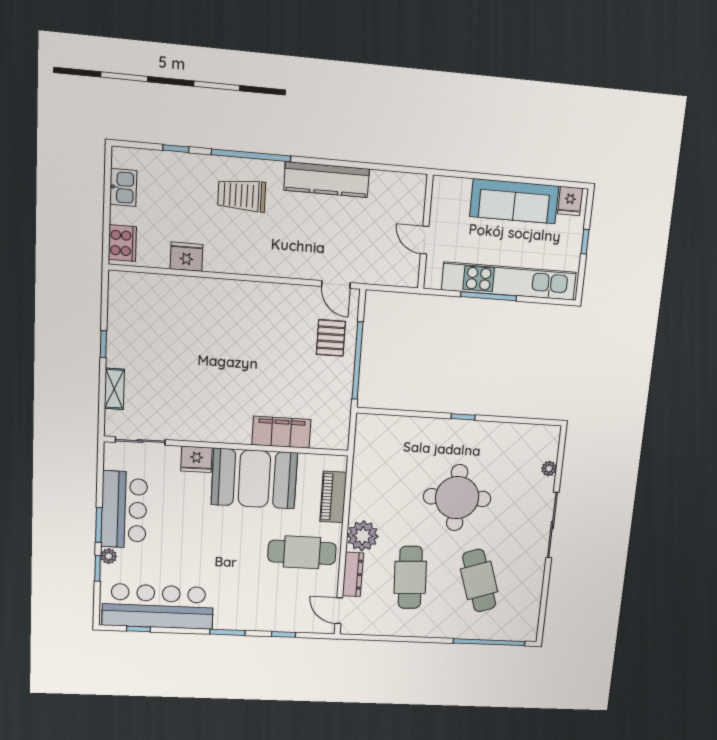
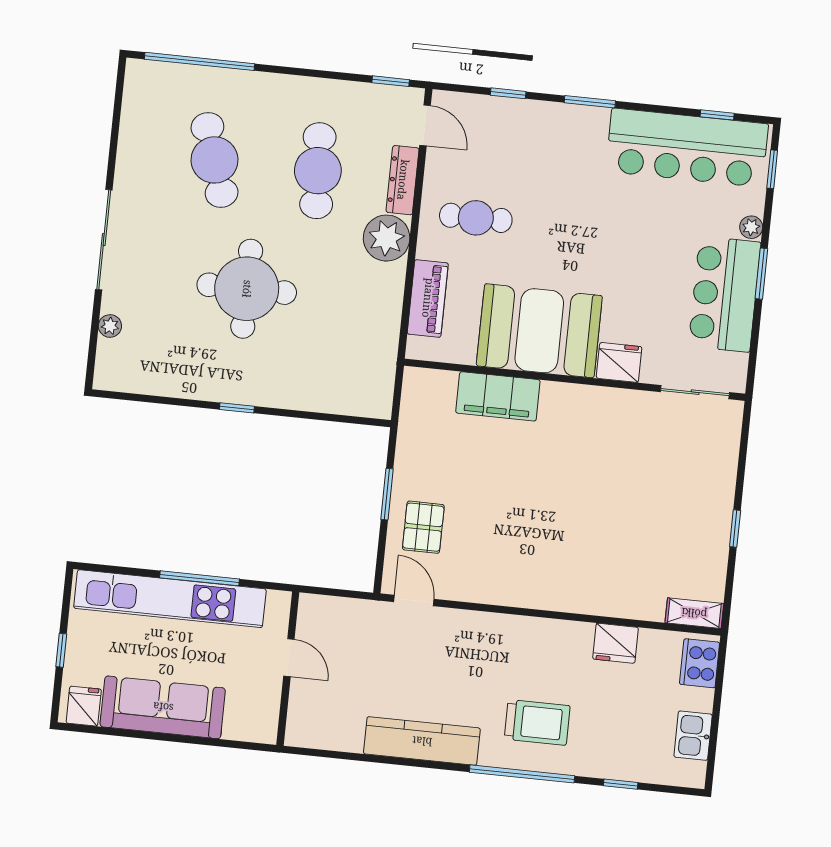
window: (357, 361) -> (387, 494), width x0.47
shelving: (114, 389) -> (694, 613), moved, turned 90
cafe table: (302, 552) -> (476, 218), width x0.73, depth x0.74
window: (98, 568) -> (772, 169), moved
window: (363, 637) -> (391, 81), added

